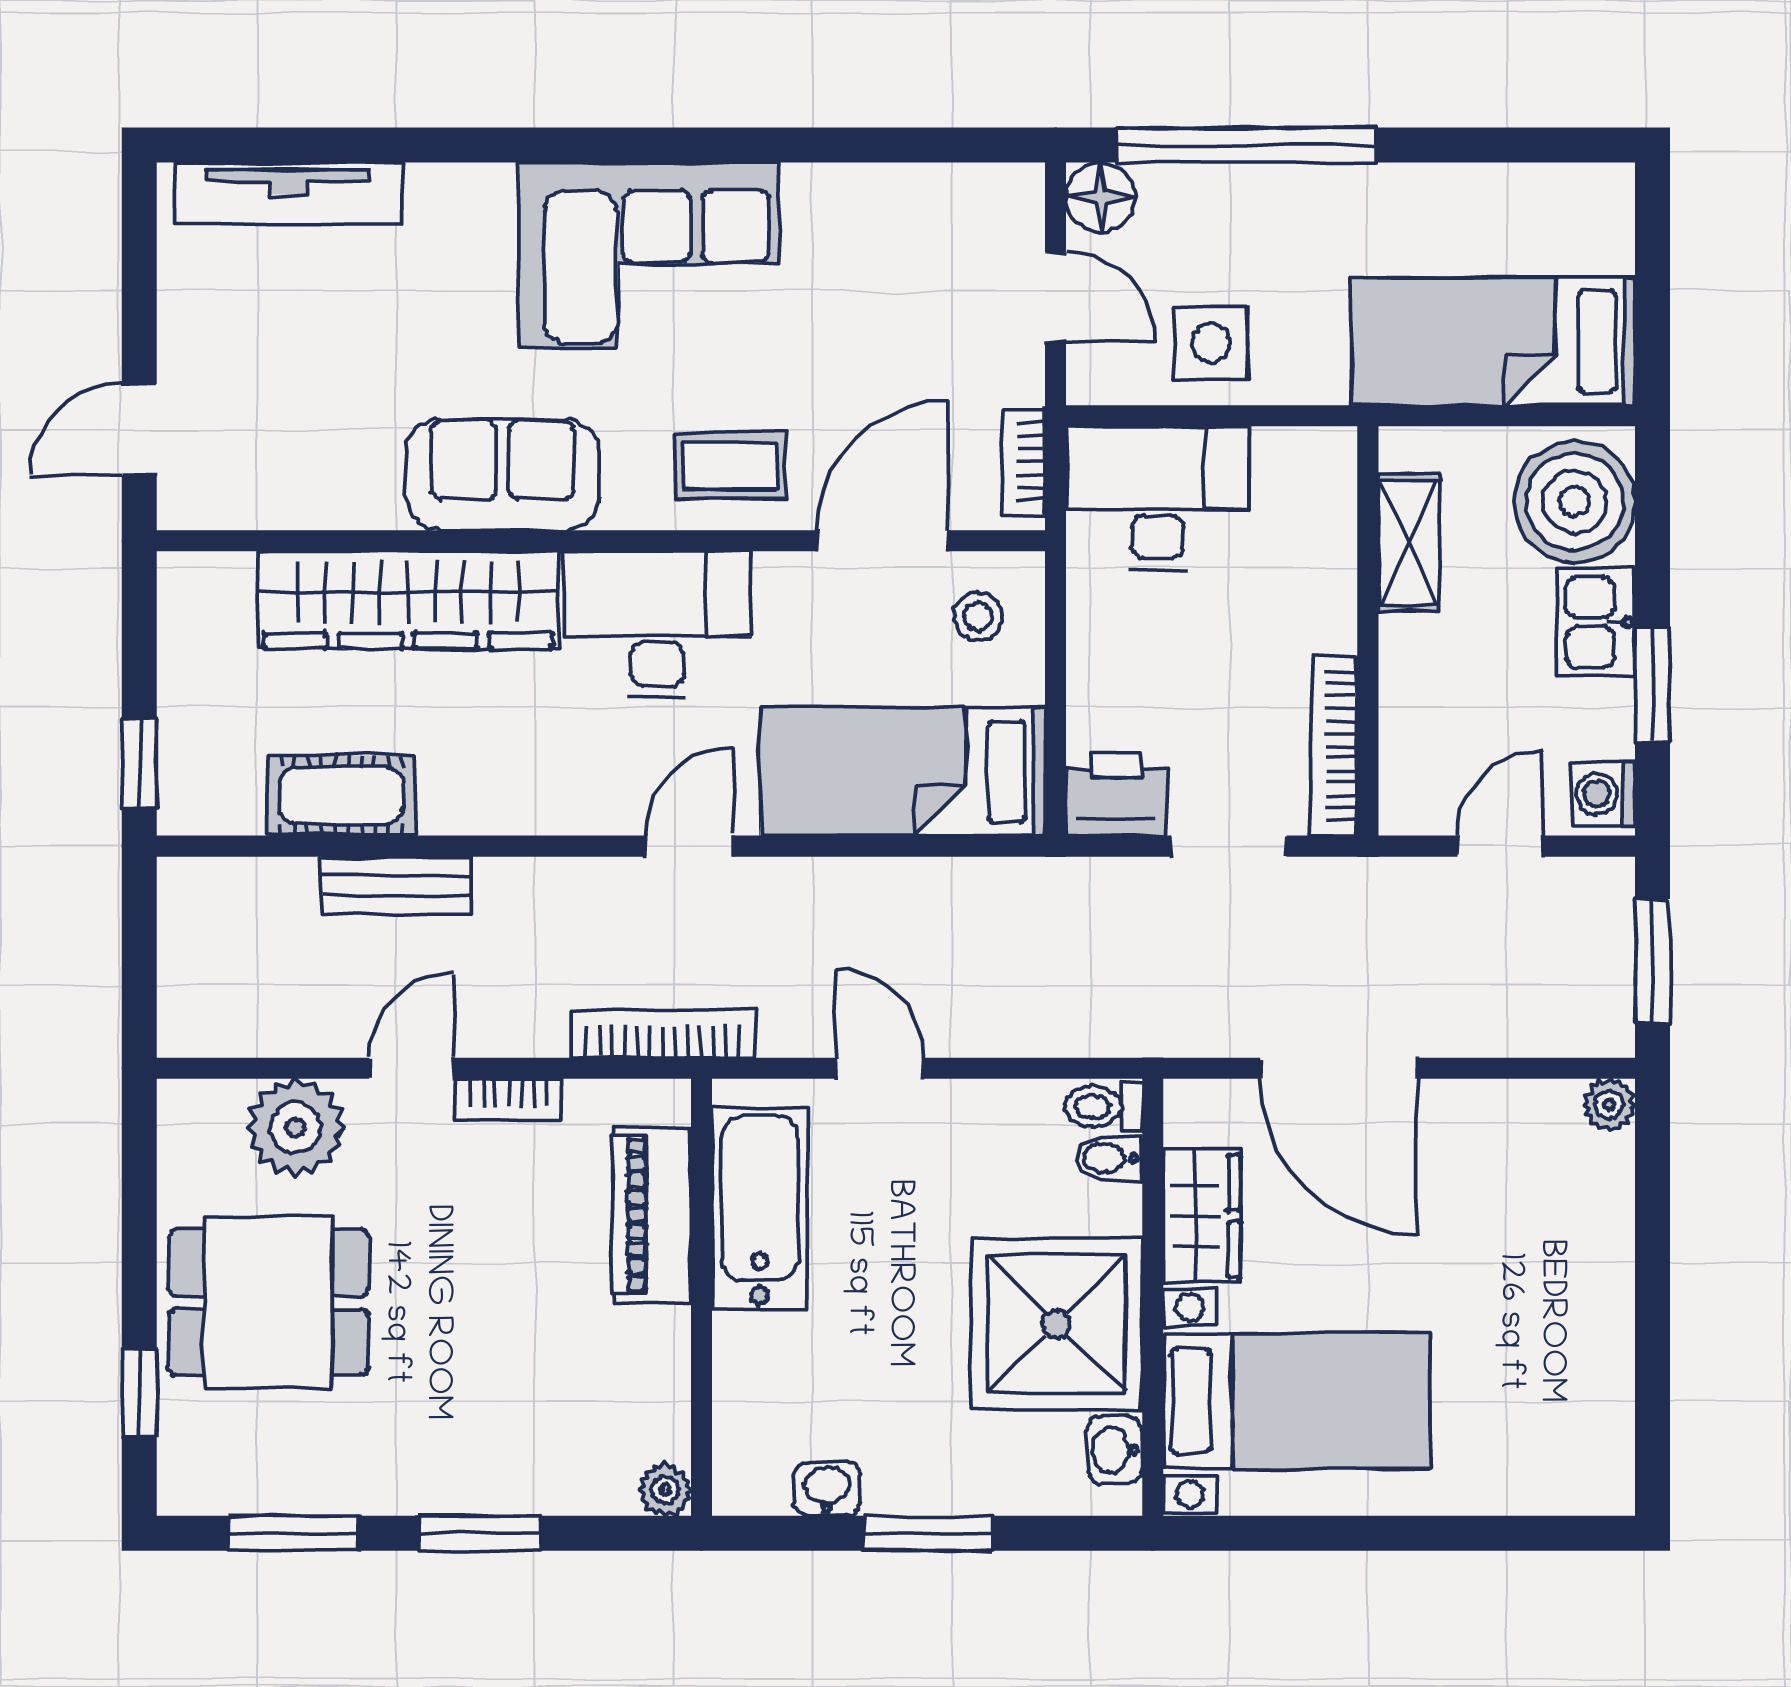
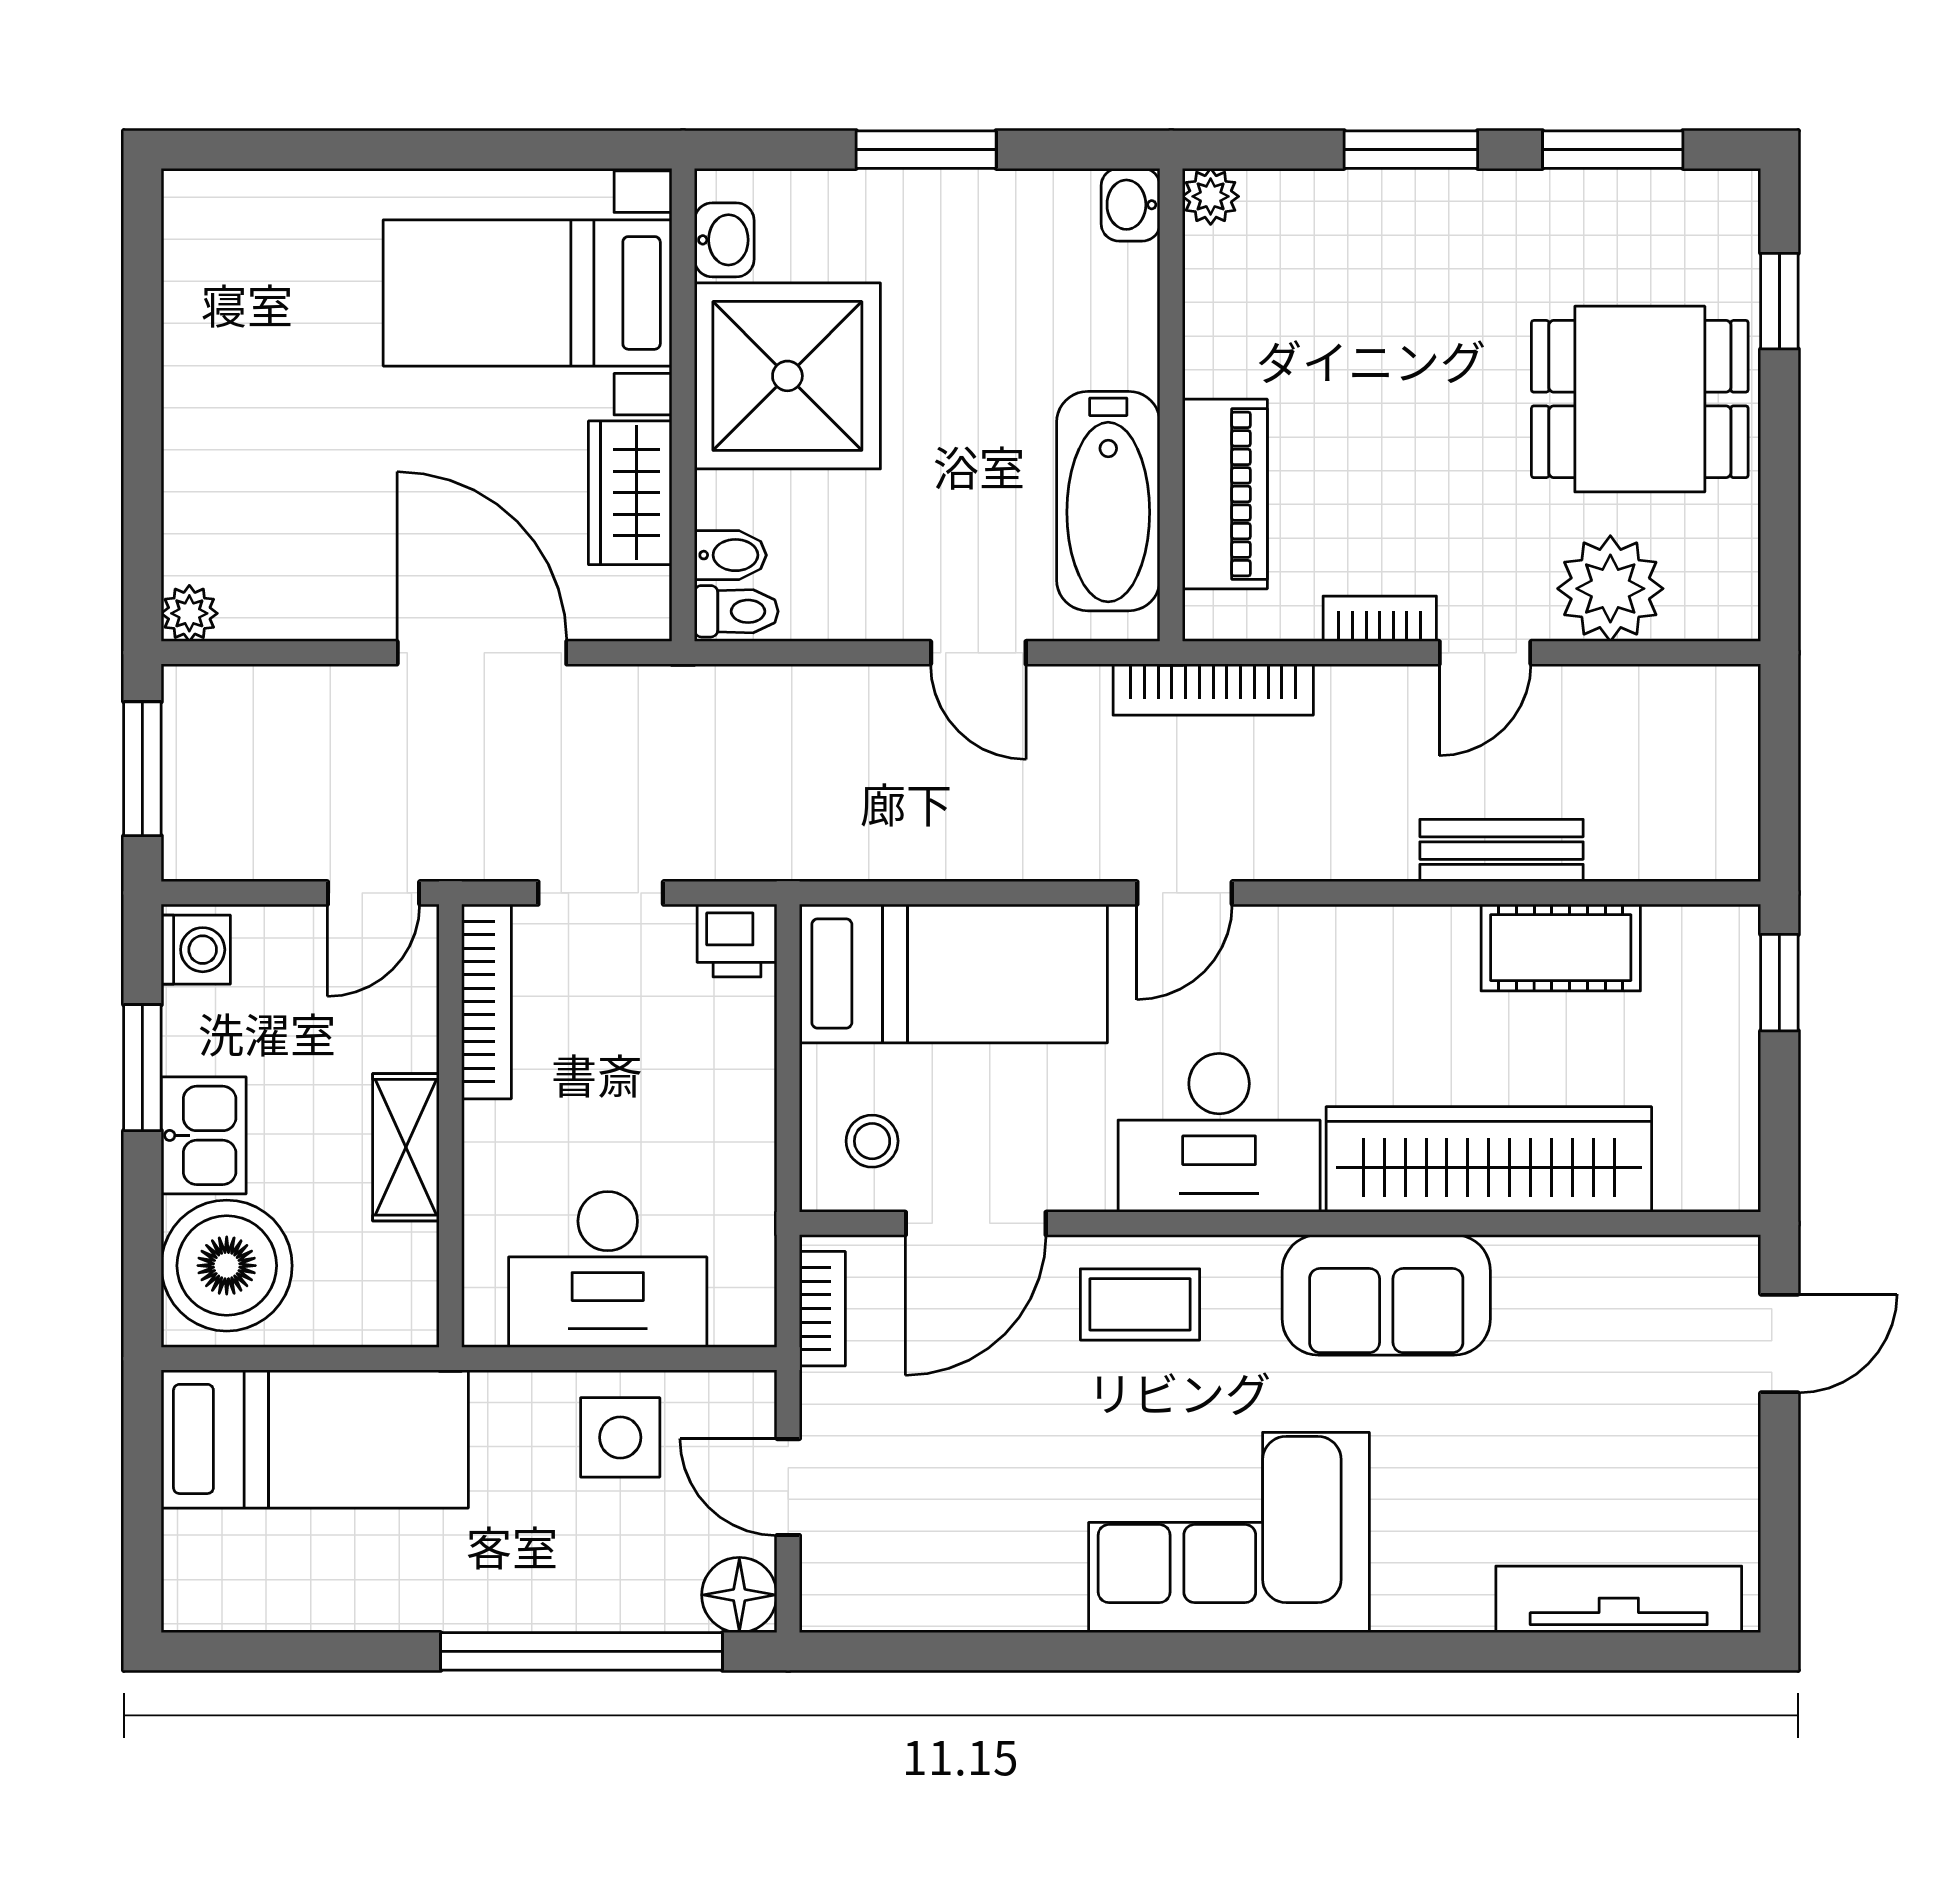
desk: (1158, 498) -> (608, 1269), moved
shelving: (1409, 543) -> (406, 1147), moved
printer: (1116, 794) -> (737, 941), width x0.73, depth x0.81
door: (1500, 846) -> (374, 893), moved
washbasin: (827, 1489) -> (1131, 205), moved, turned 90

